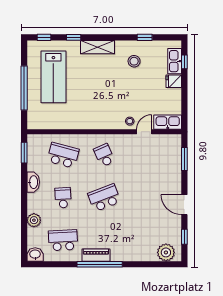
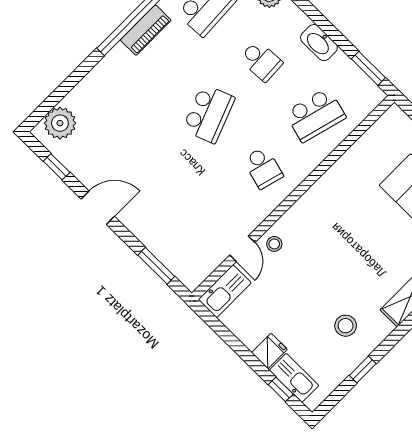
school desk: (104, 155) -> (263, 168), turned 39

